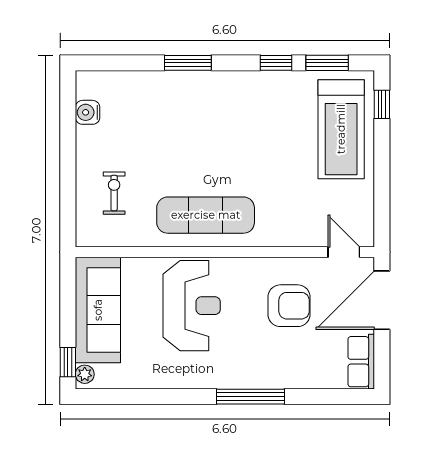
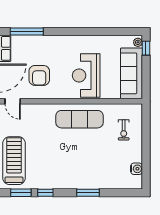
armchair: (289, 306) -> (39, 75), turned -90
window: (251, 397) -> (27, 32), moved

